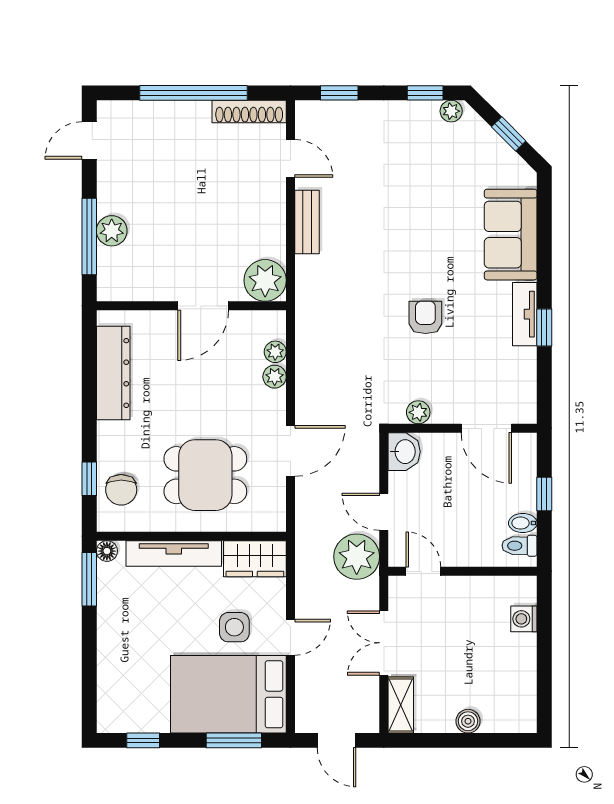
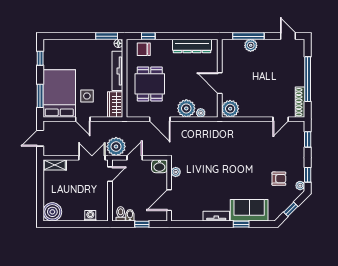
bench: (307, 222) -> (254, 126), removed
armchair: (425, 317) -> (279, 179), moved
window: (544, 327) -> (241, 224), moved
plant: (275, 377) -> (186, 108), width x1.88, depth x1.88
double door: (384, 643) -> (92, 158), moved
boiler: (468, 721) -> (52, 212), moved, width x1.86, depth x1.86

